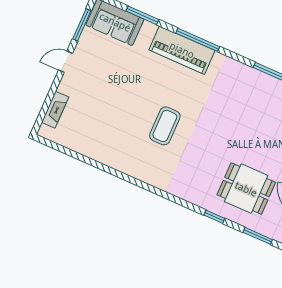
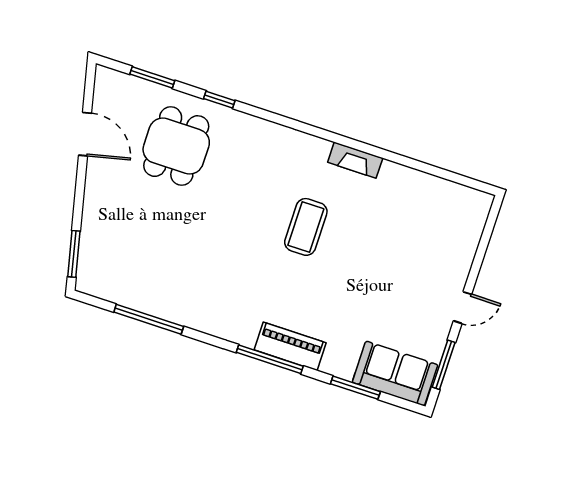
piano: (182, 50) -> (290, 346), width x0.73, depth x0.75
fireplace: (55, 110) -> (355, 160), moved, turned -90
dining table: (246, 189) -> (176, 146), turned 90

